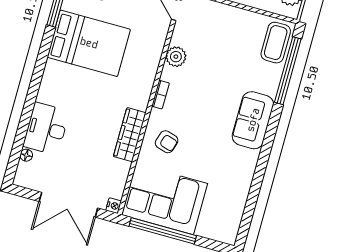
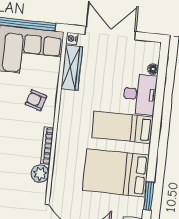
bed: (73, 94) -> (122, 127), added
bookcase: (160, 95) -> (47, 146), width x1.56
wardrobe: (130, 135) -> (72, 68), moved

